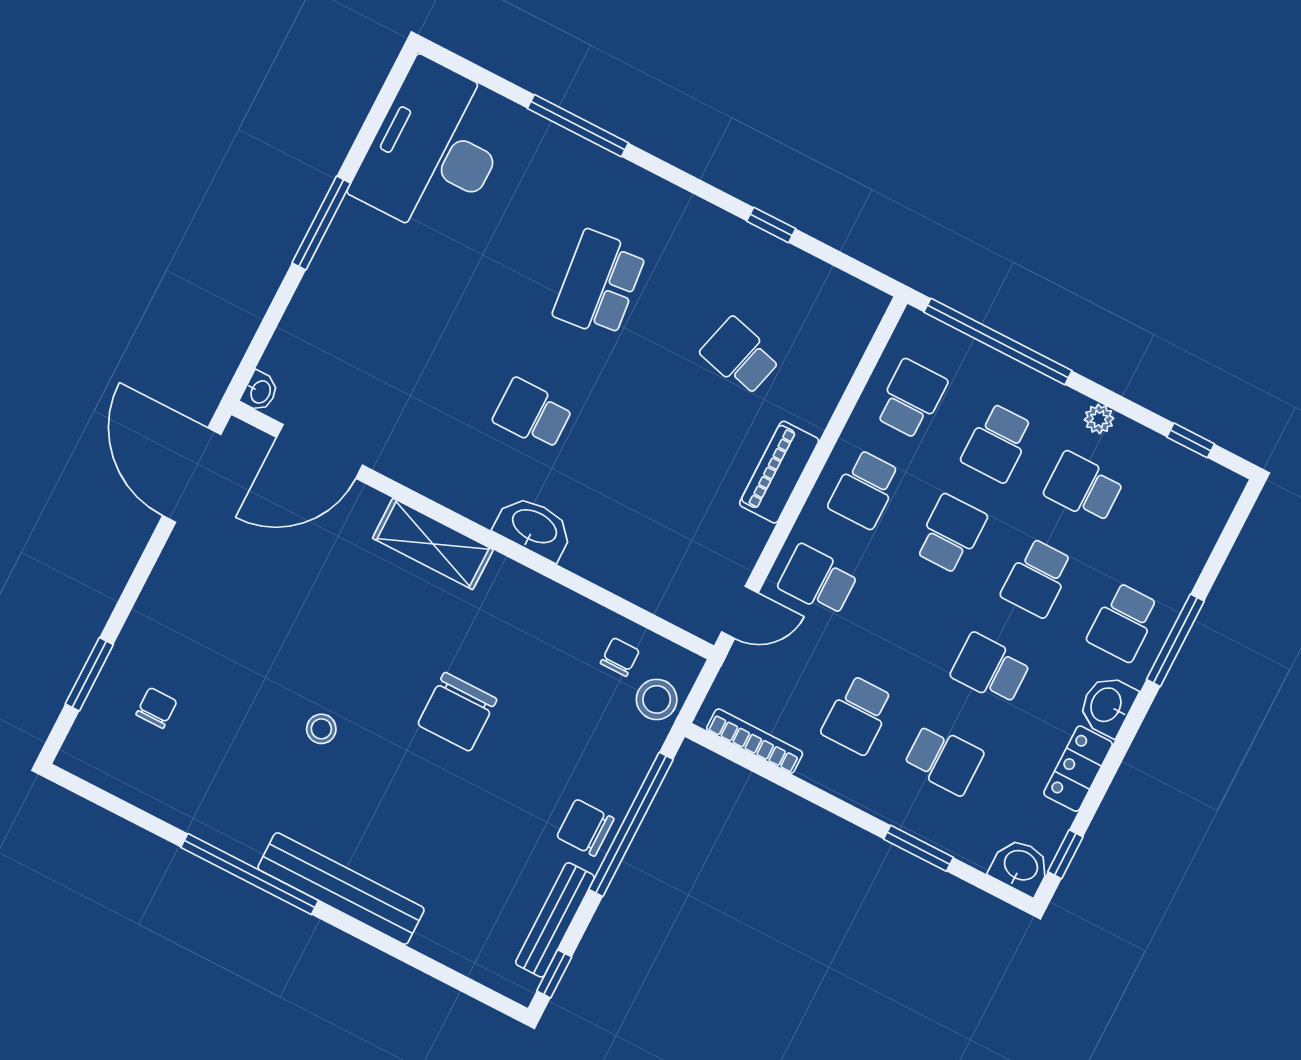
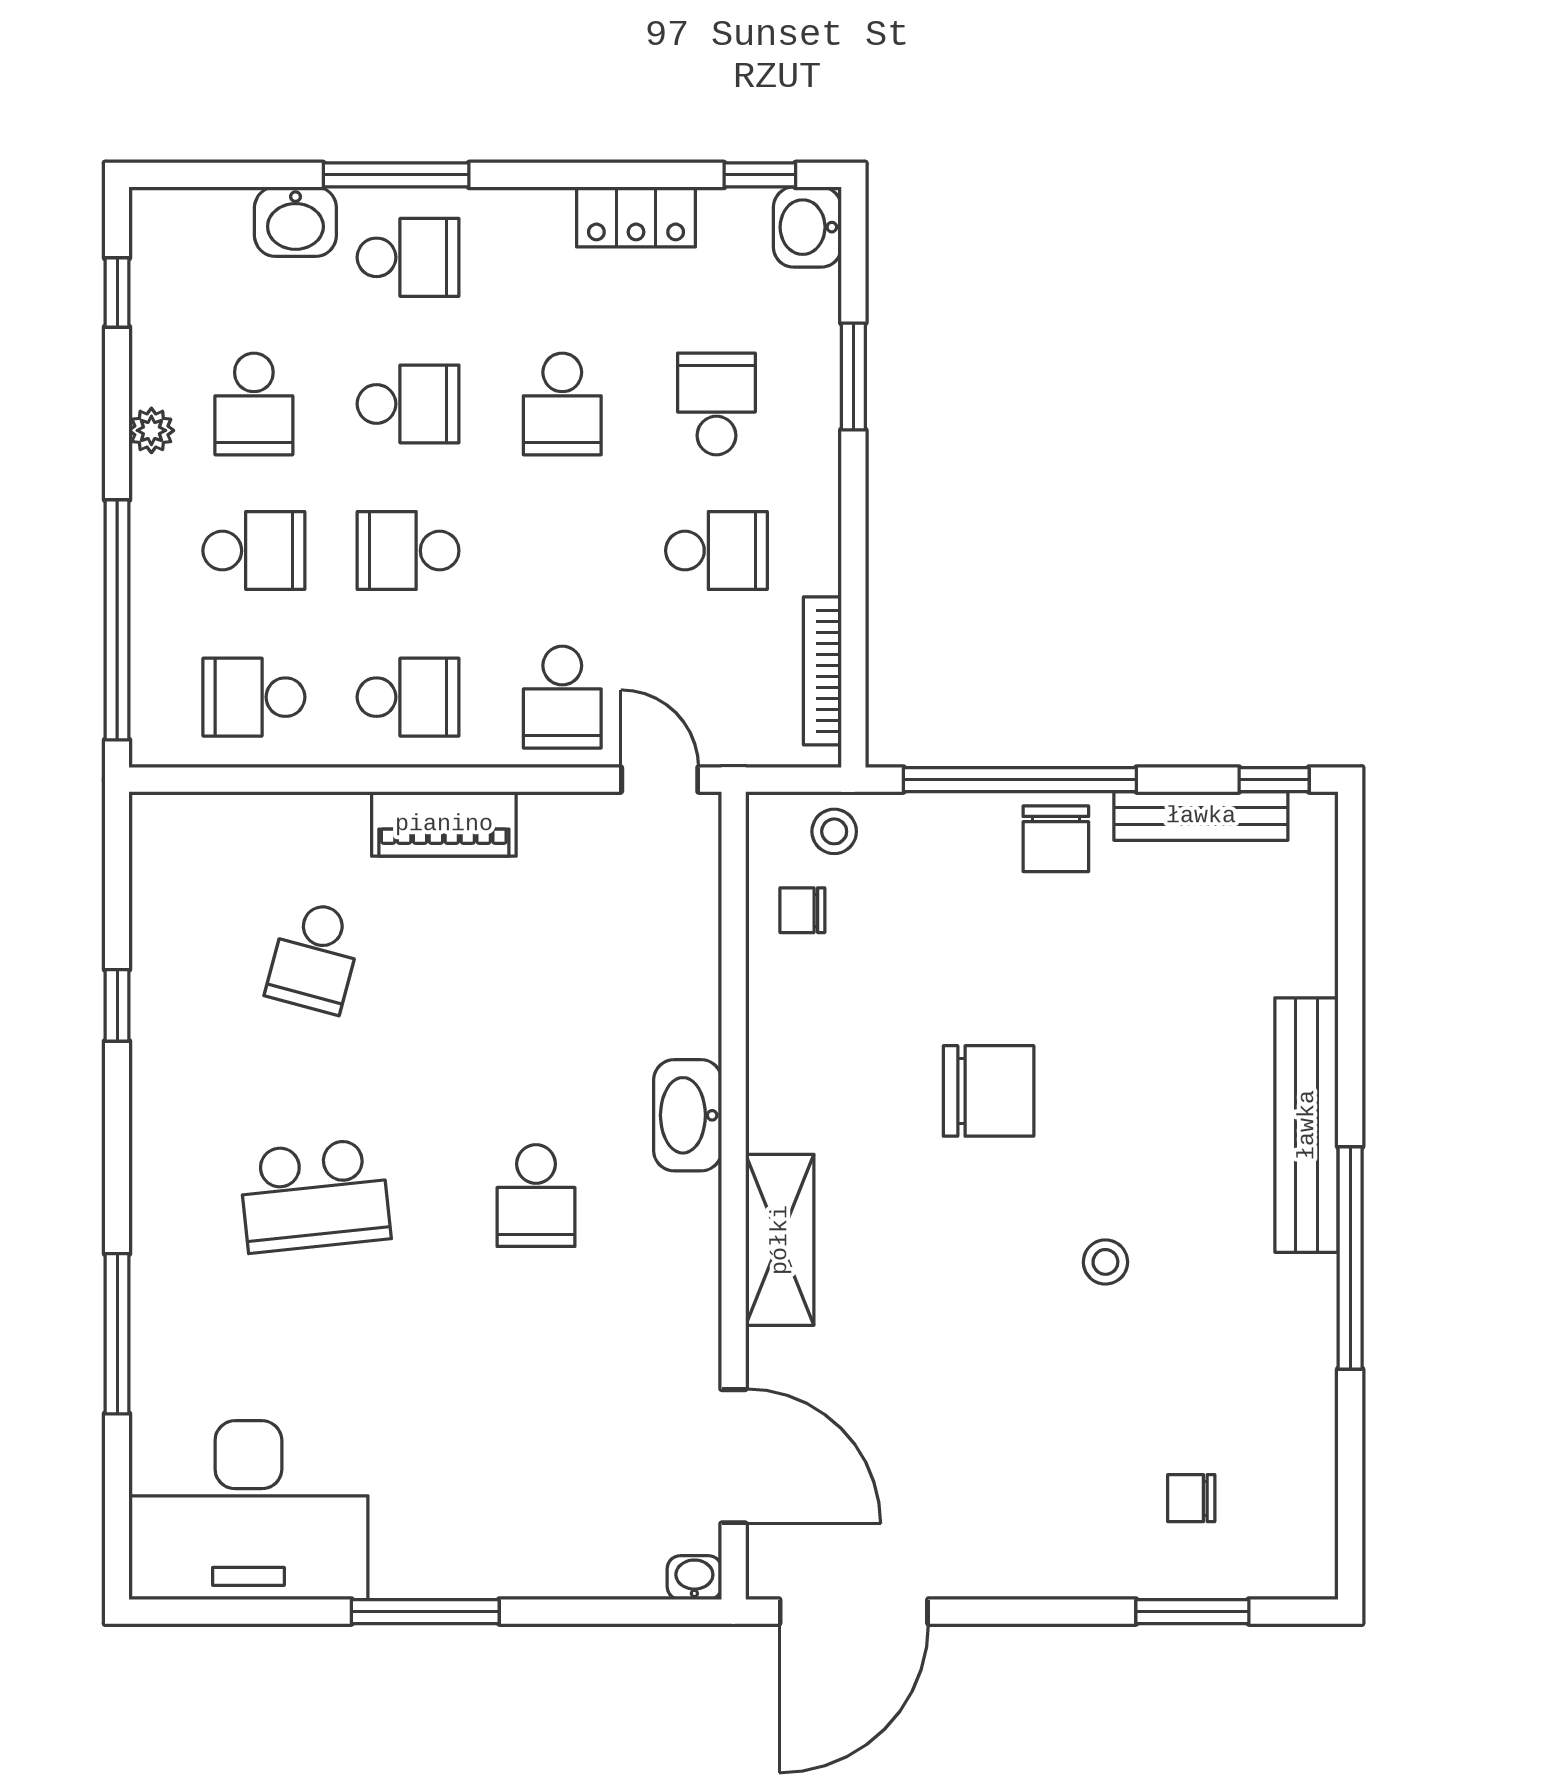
stool: (657, 699) -> (834, 831), width x0.73, depth x0.73
washbasin: (1107, 705) -> (295, 222), moved

